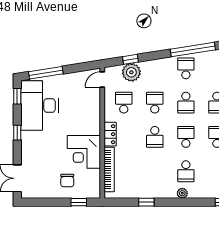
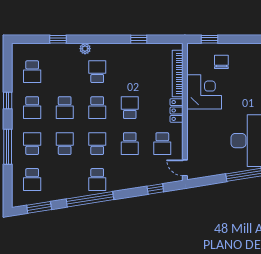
plant: (131, 72) -> (154, 175), removed
door: (102, 79) -> (185, 168), swing flipped
plant: (182, 193) -> (85, 49), moved

